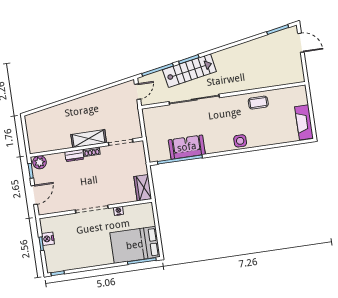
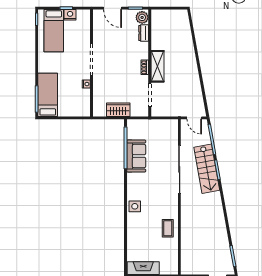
dresser: (74, 155) -> (144, 33), moved
wardrobe: (143, 188) -> (118, 110), moved
bed: (135, 245) -> (48, 95), width x0.67
bed: (67, 253) -> (54, 31), added

